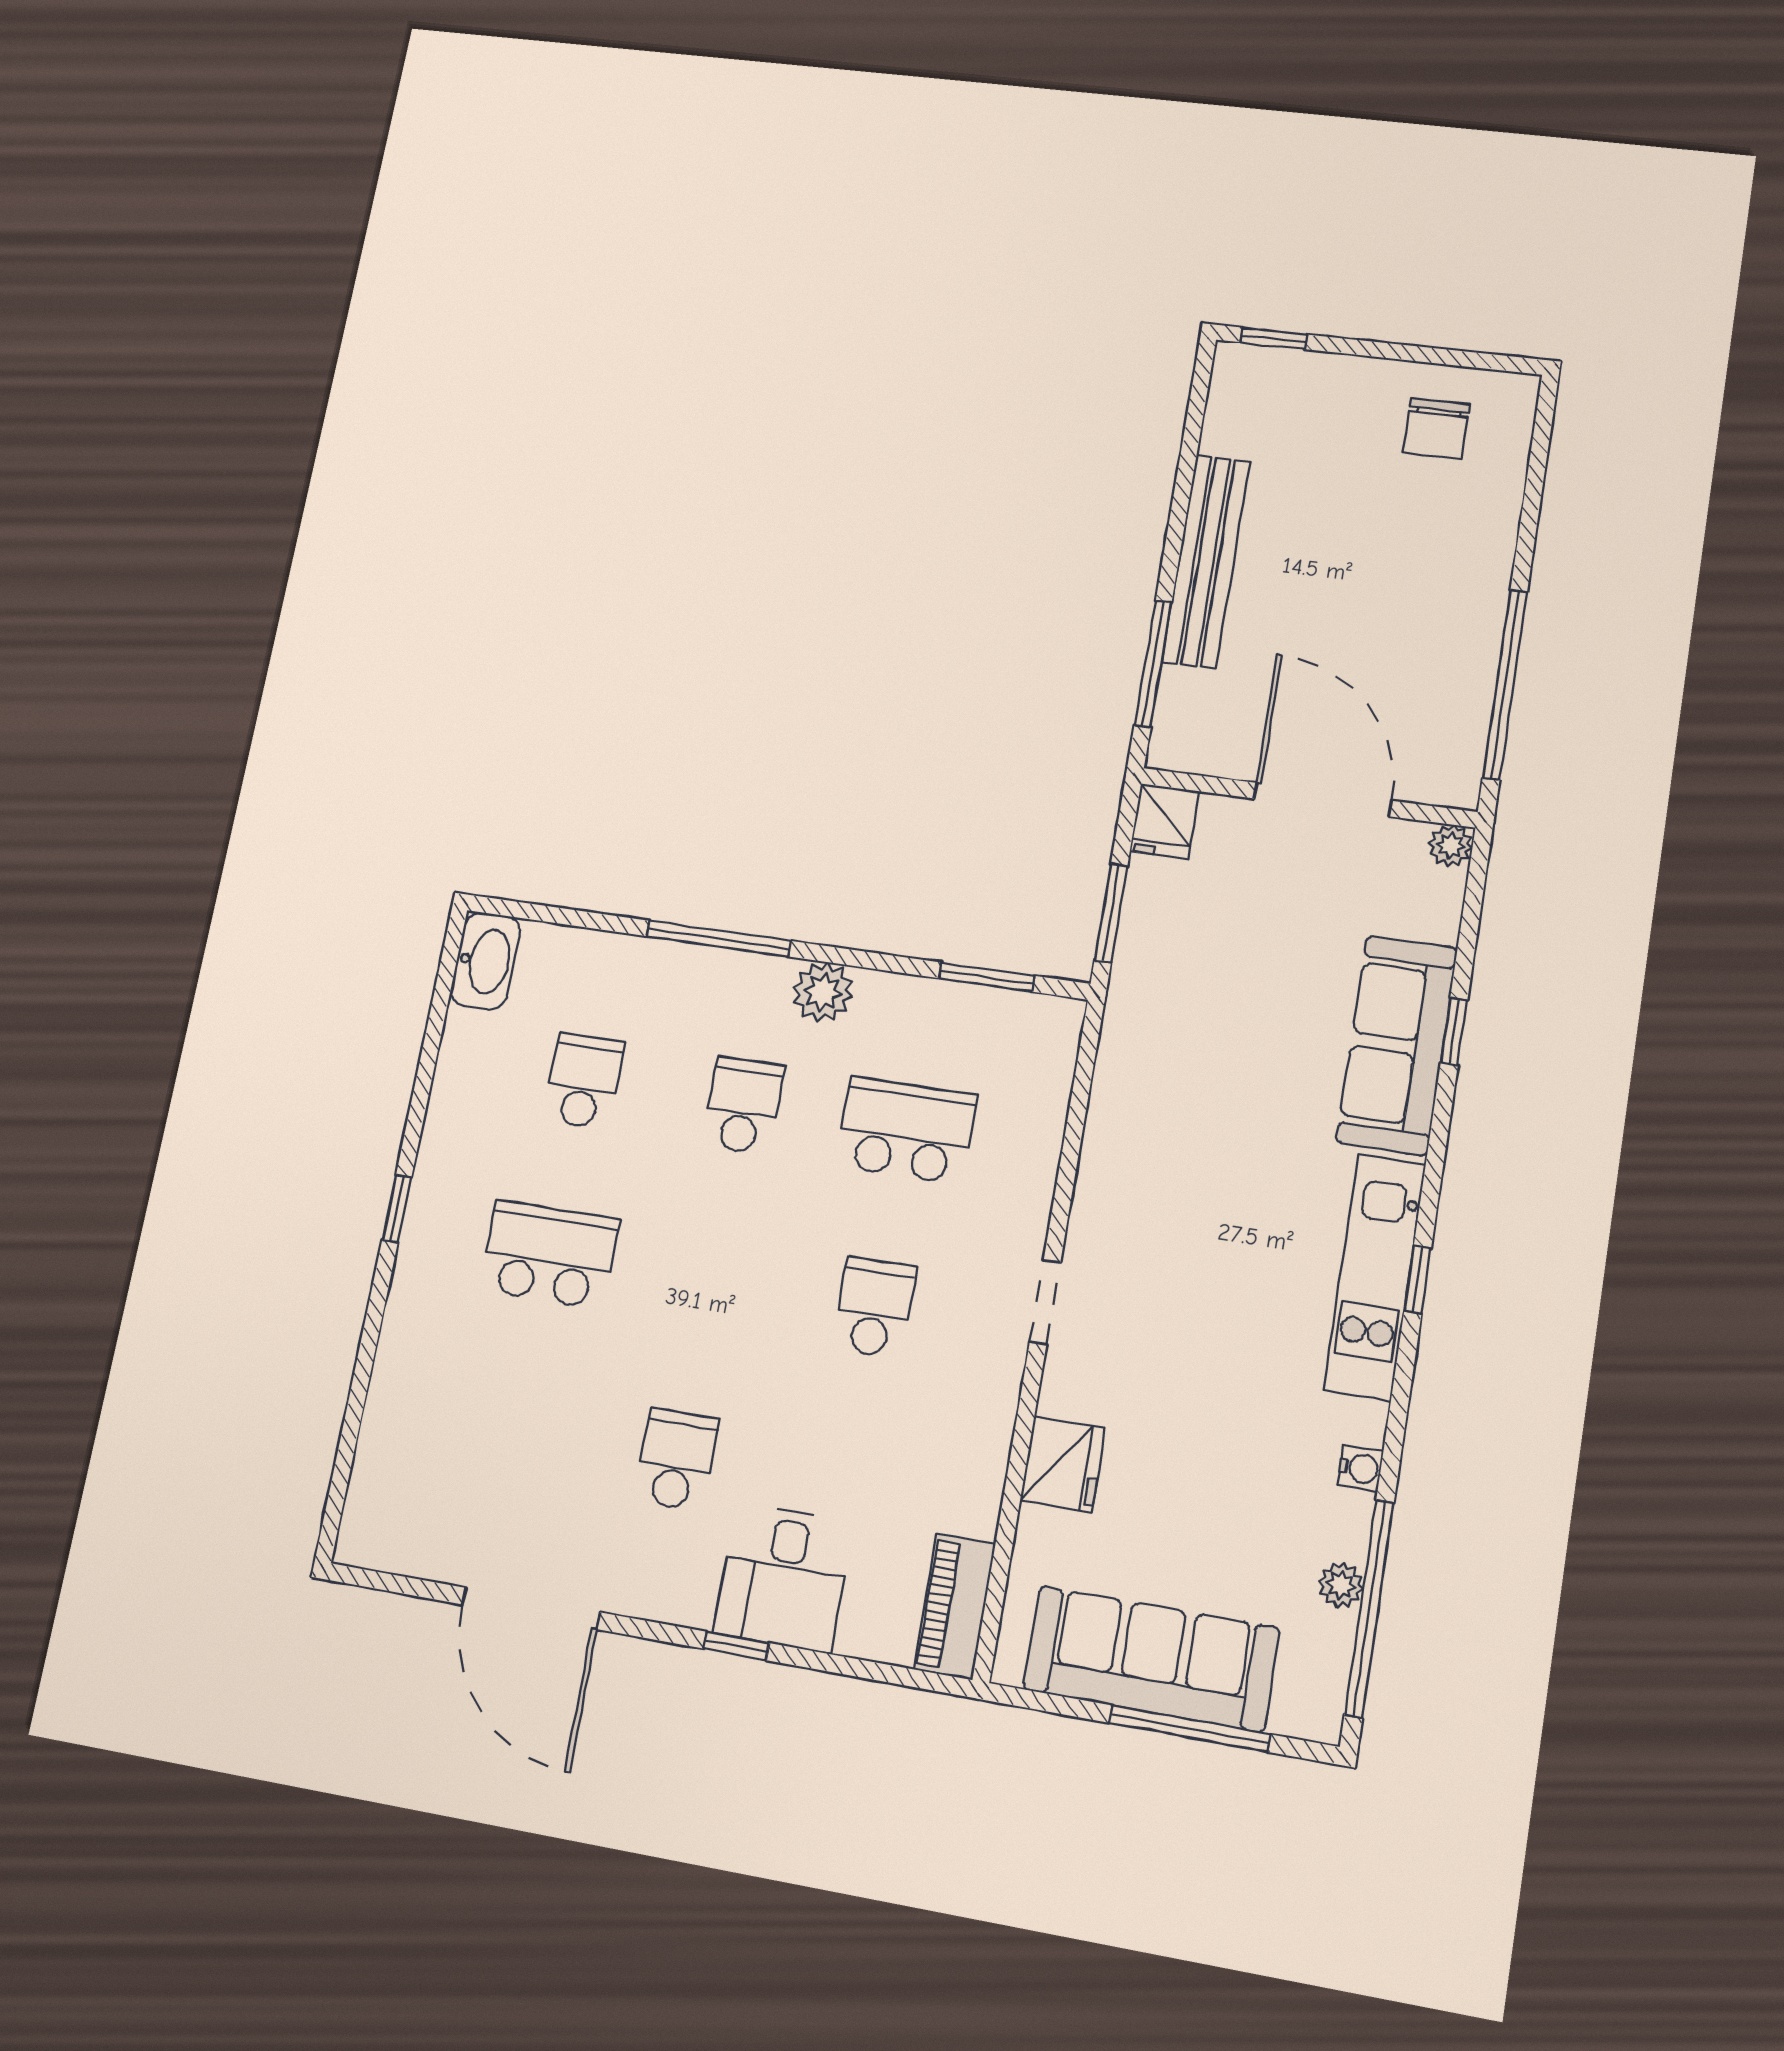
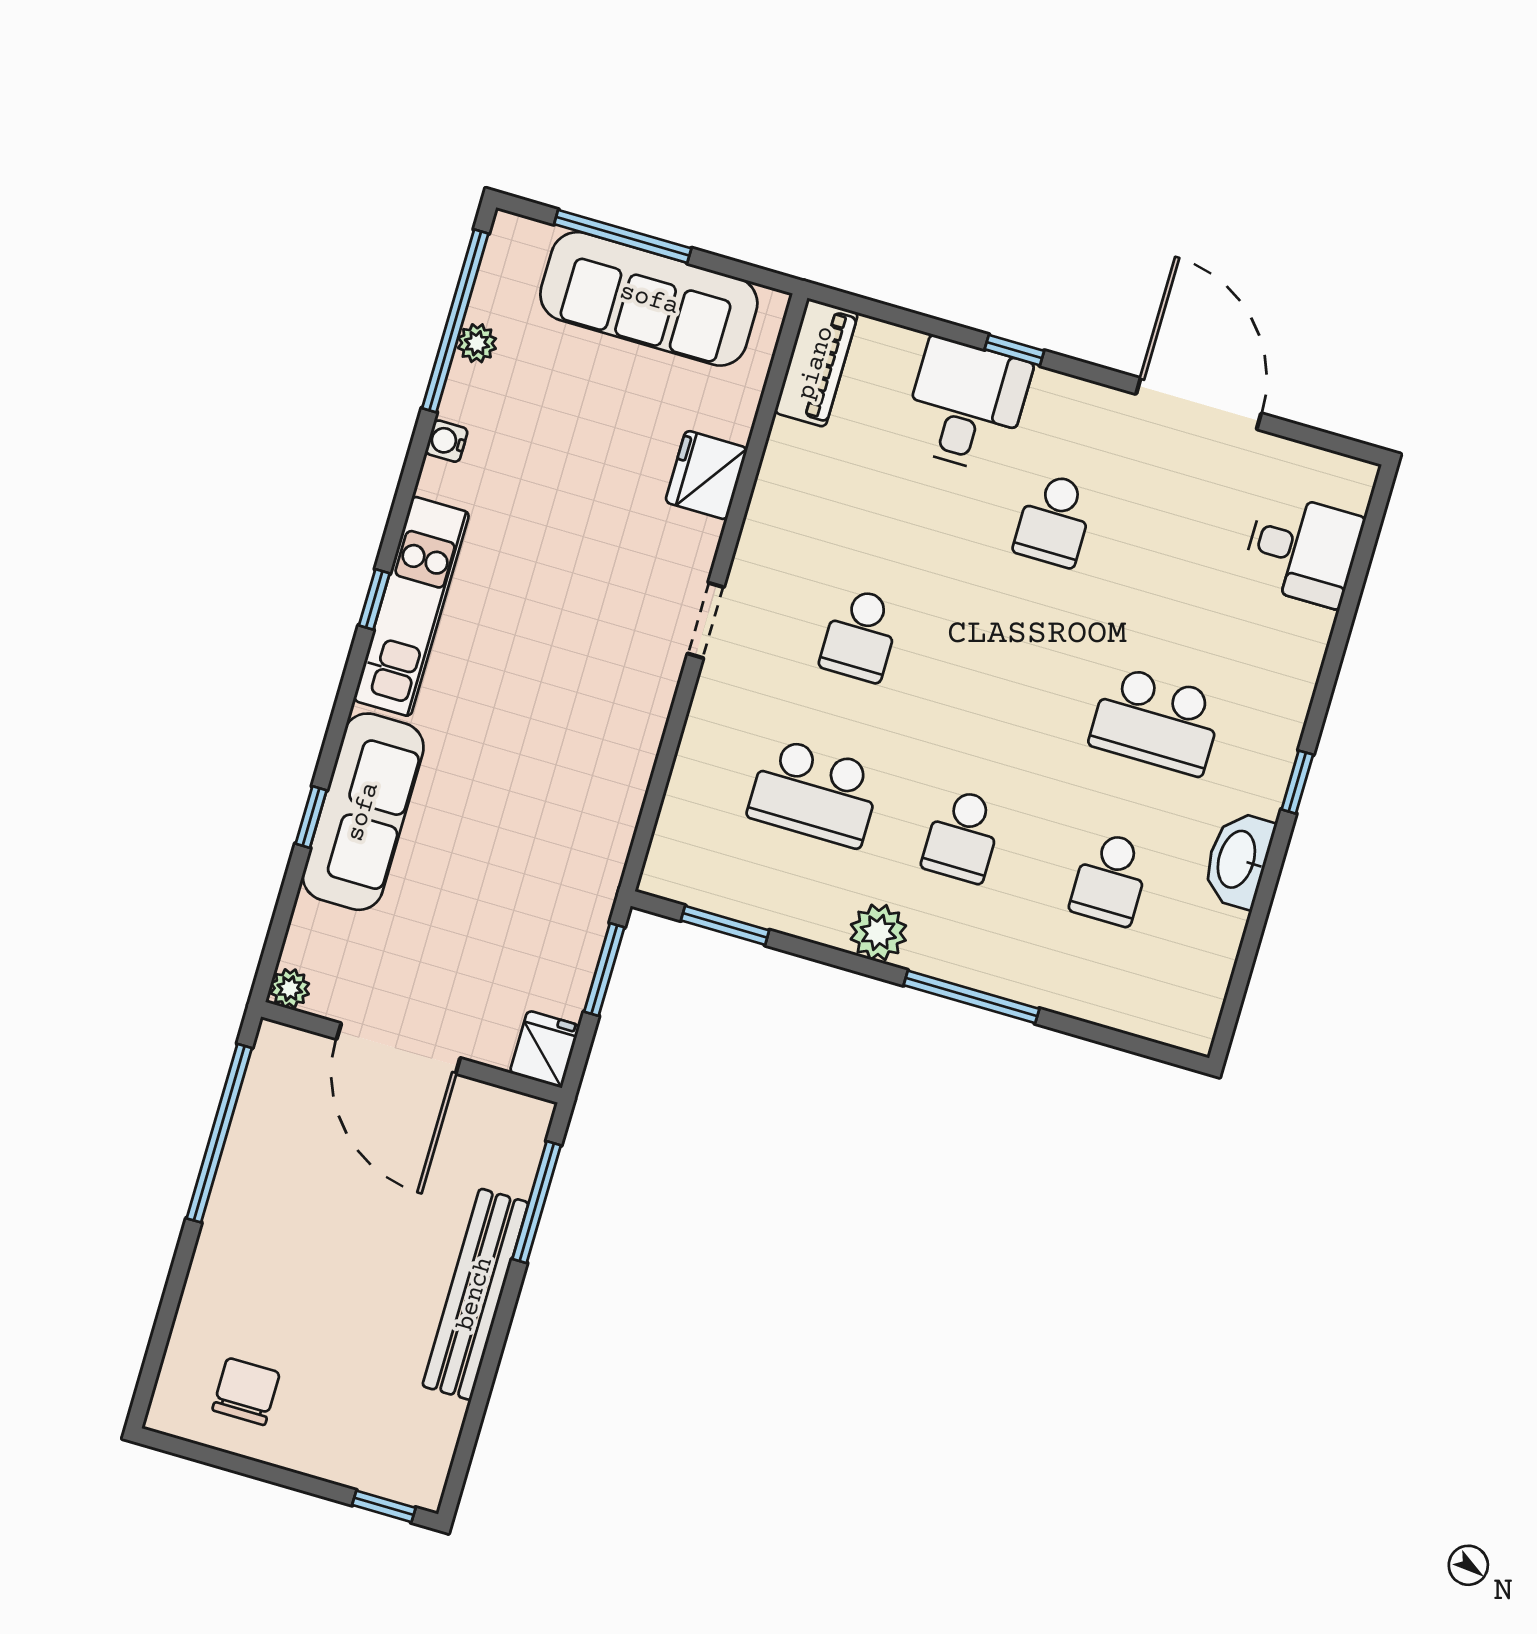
washbasin: (485, 961) -> (1238, 860), moved
desk: (408, 1459) -> (1303, 550), added

